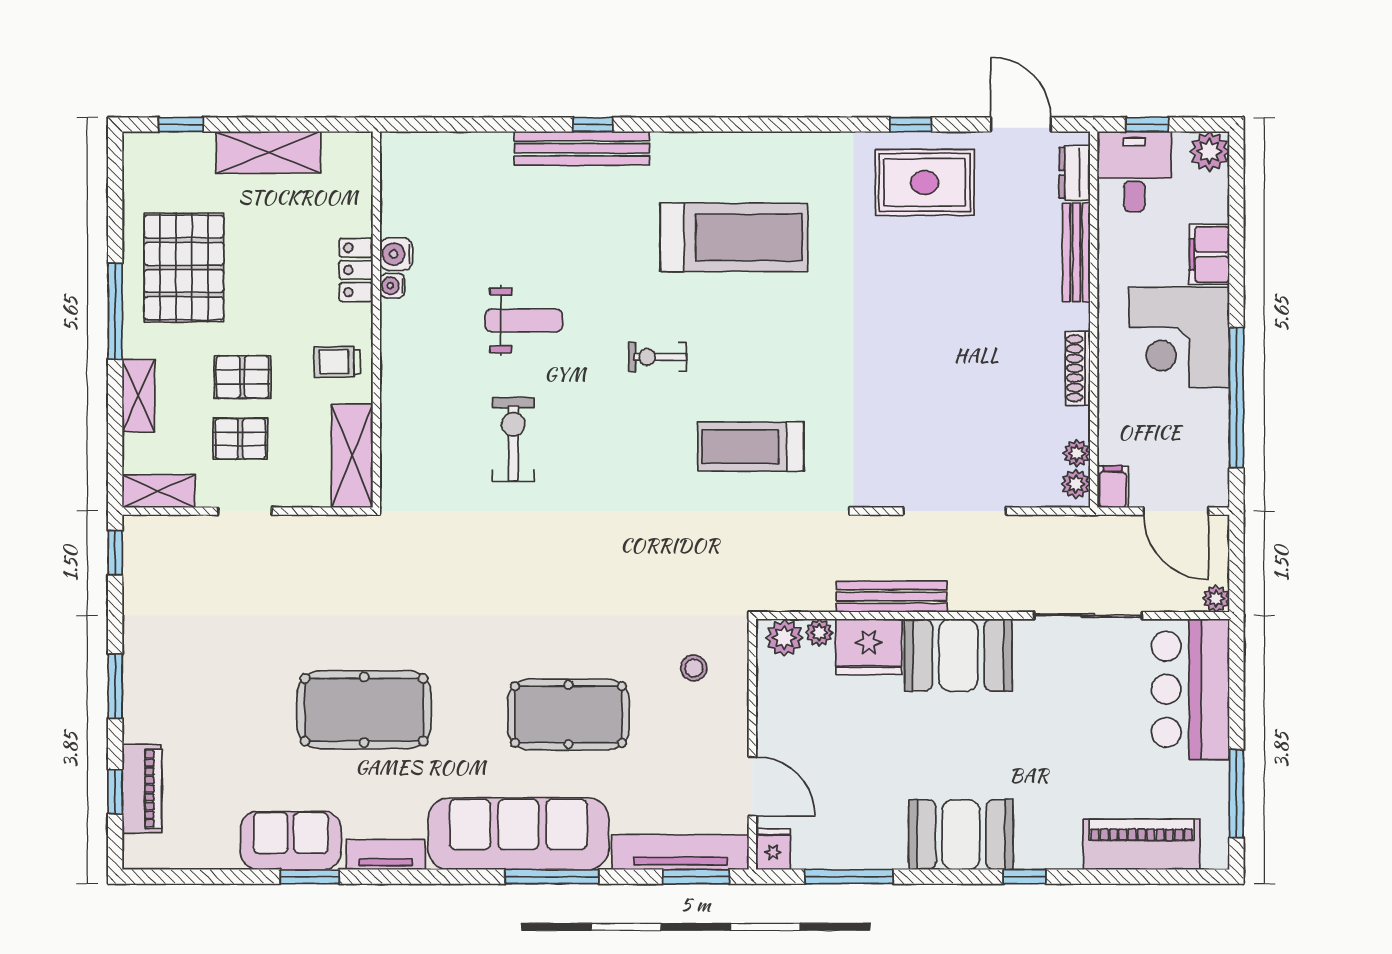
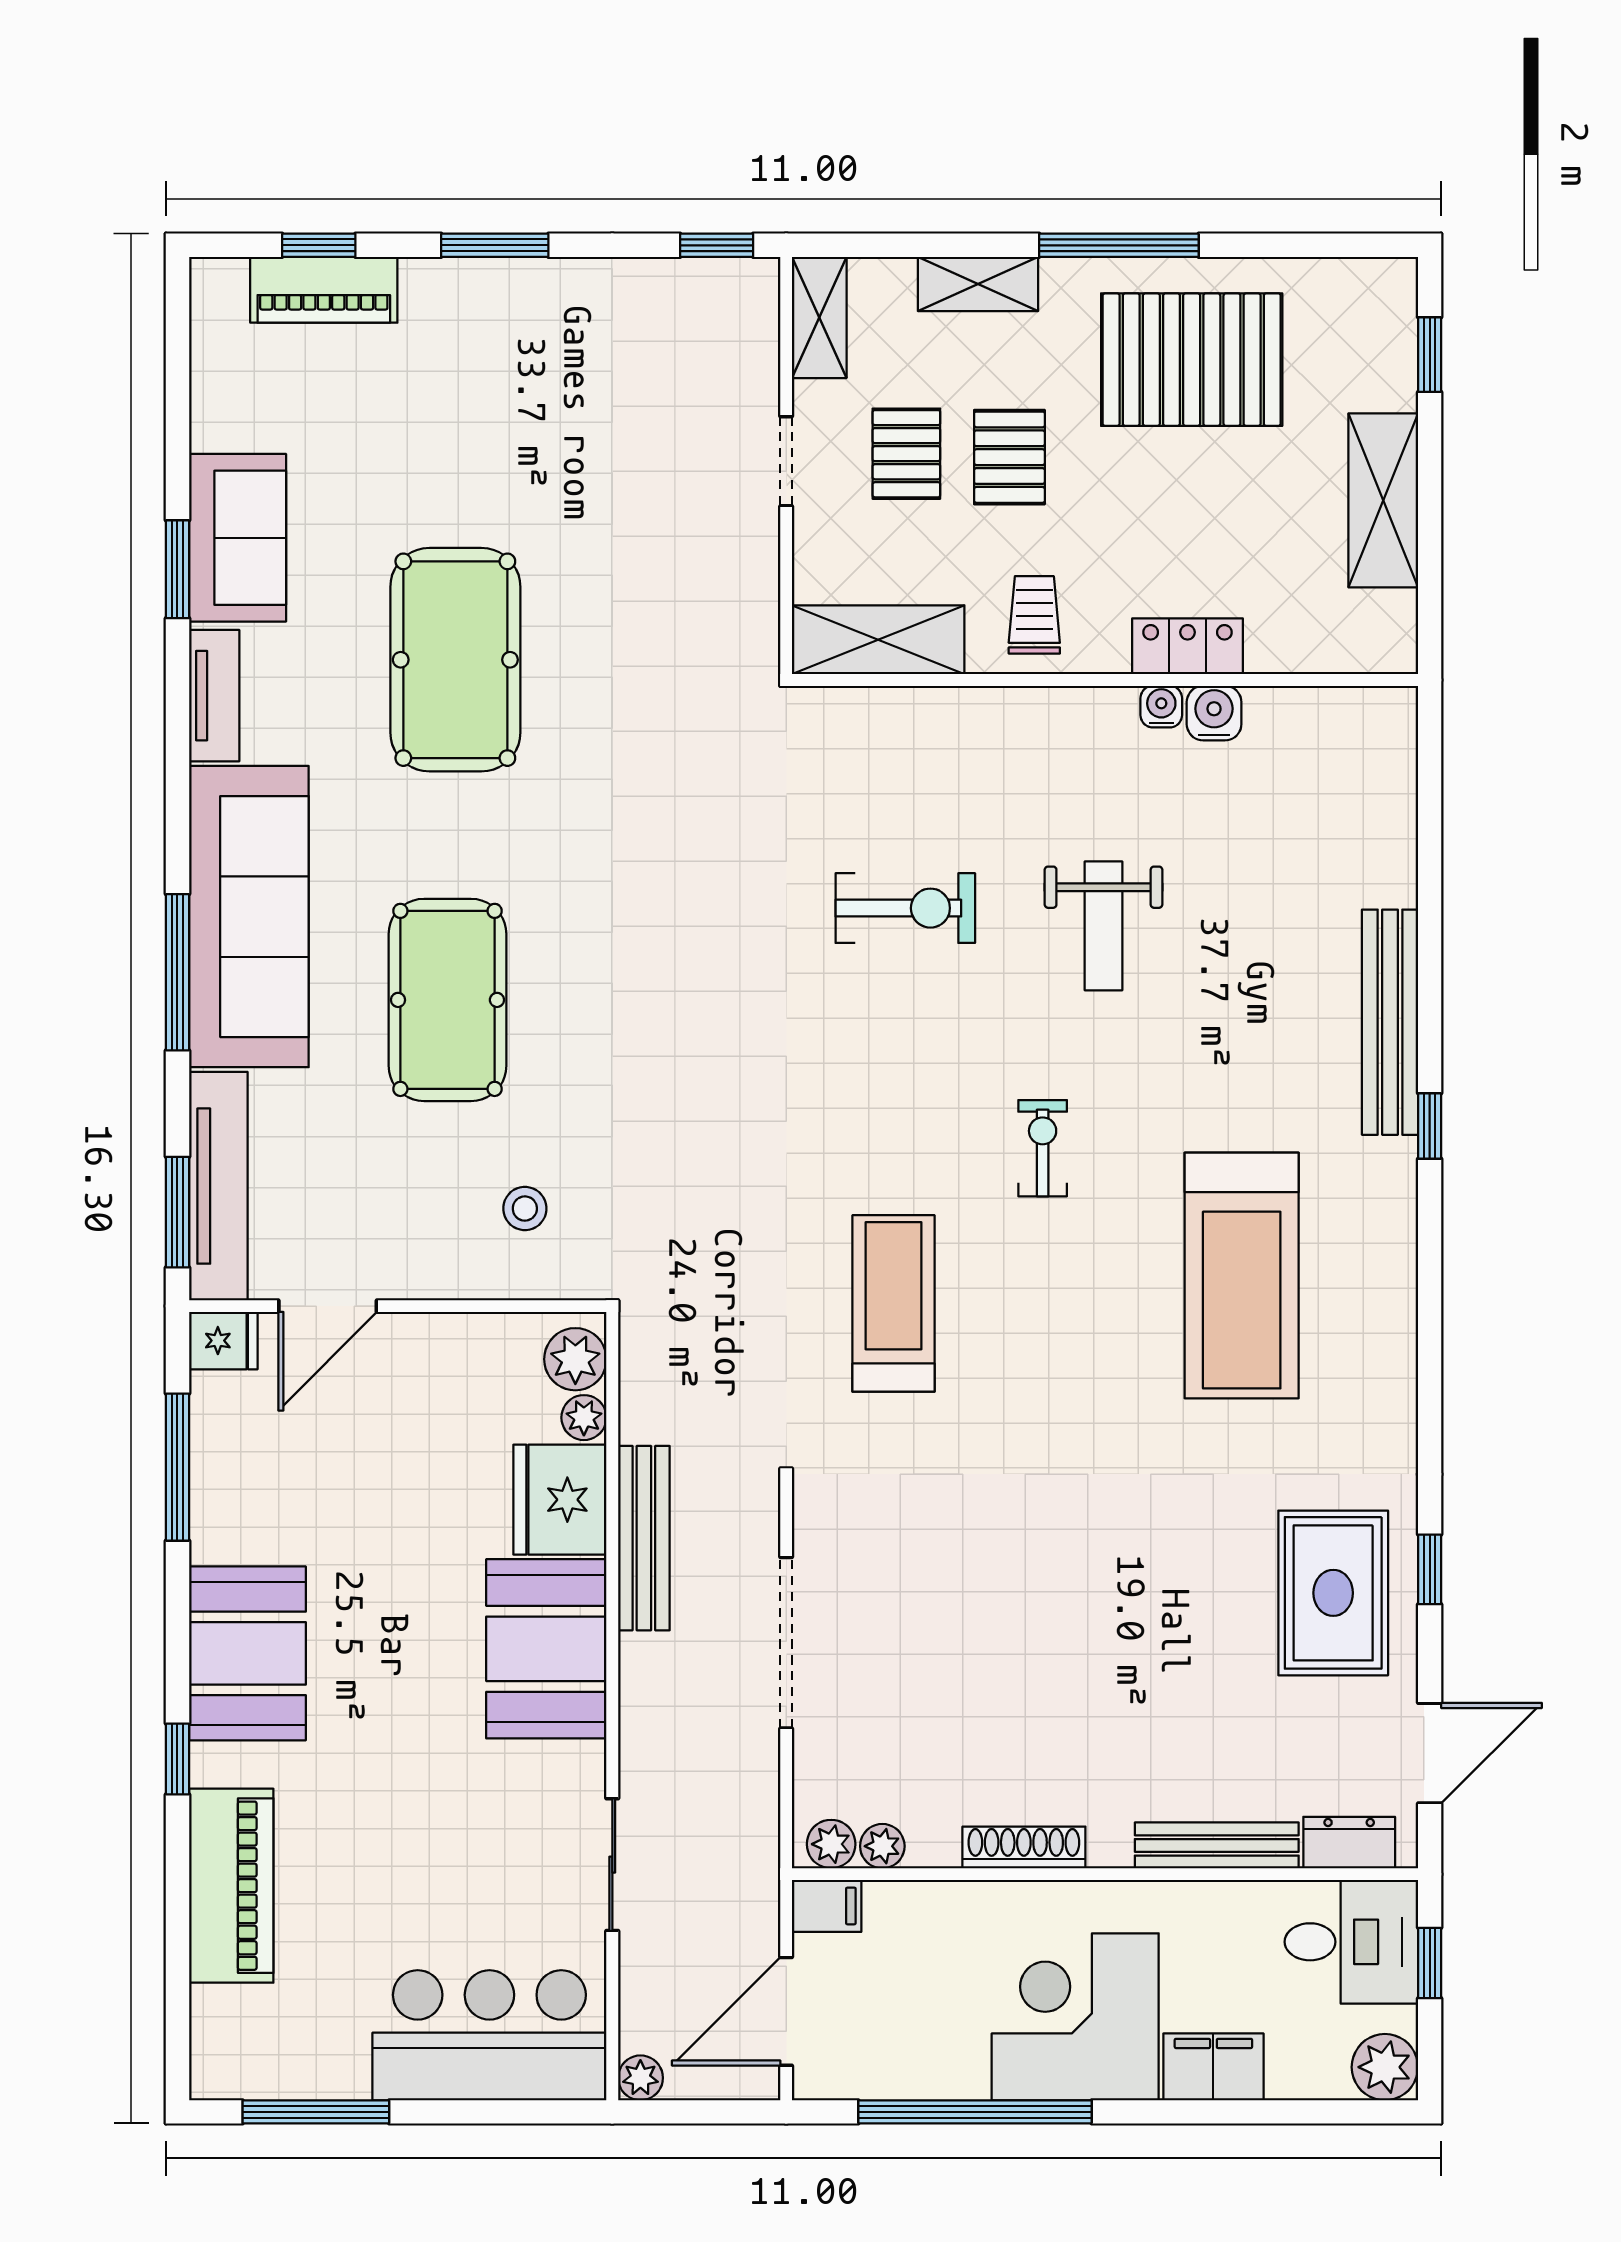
window: (593, 125) -> (1430, 1126), moved
sliding door: (1088, 615) -> (612, 1865), width x0.73
piano: (1142, 844) -> (231, 1886), moved

